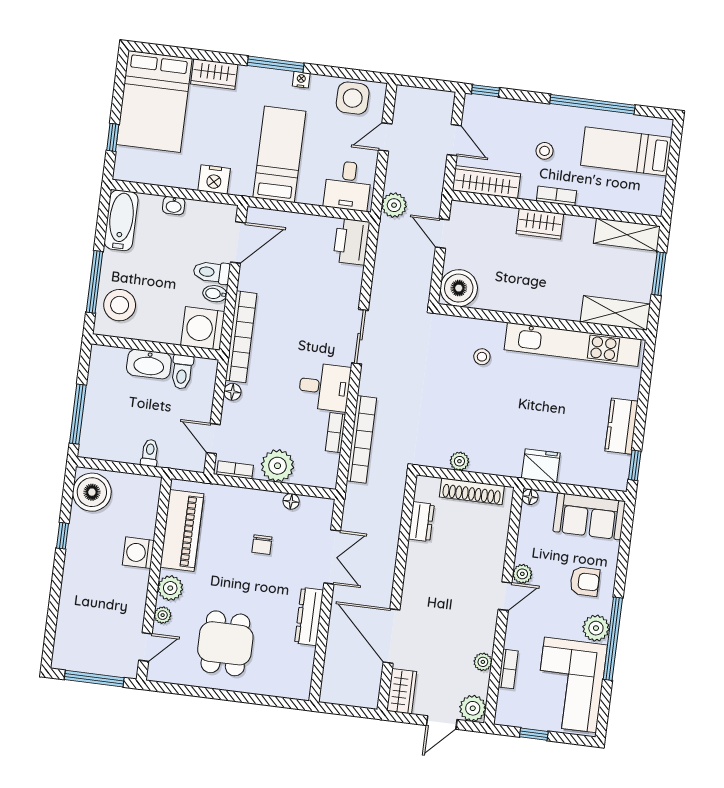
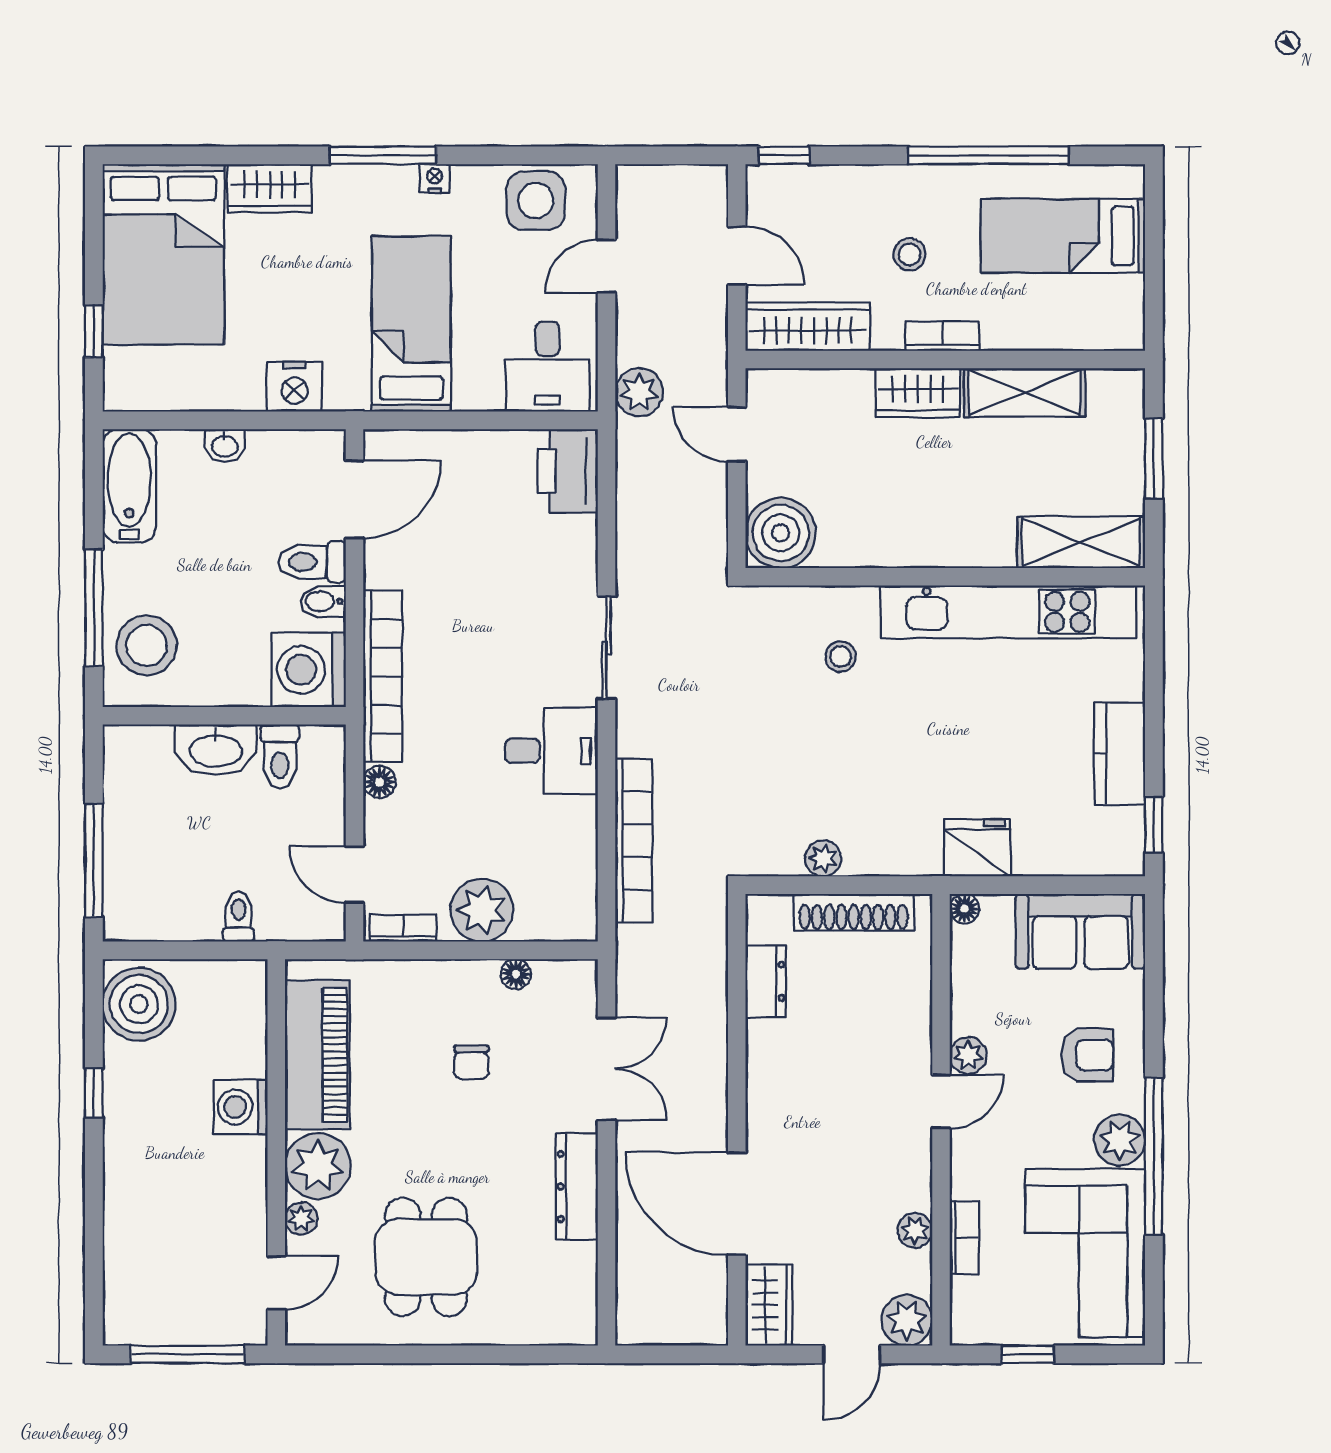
shelving: (627, 235) -> (1025, 393), moved
bookcase: (335, 433) -> (583, 834), removed
plant: (170, 588) -> (318, 1166), width x1.36, depth x1.36

